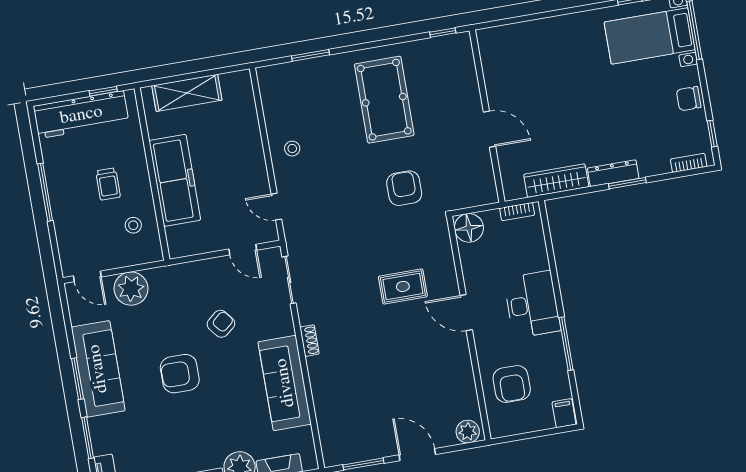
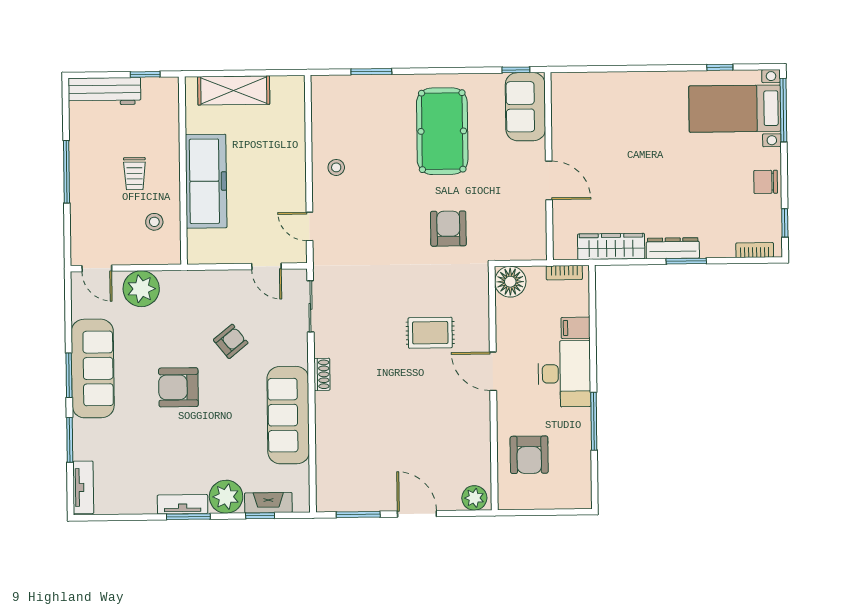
sofa: (457, 65) -> (525, 107), added
workbench: (81, 115) -> (104, 91), width x0.73, depth x0.76
filing cabinet: (564, 413) -> (576, 328), moved, turned -90

